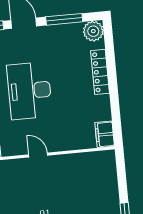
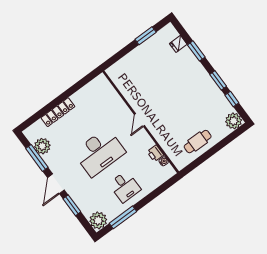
plant: (93, 31) -> (42, 146), moved
filing cabinet: (105, 134) -> (98, 83), removed

